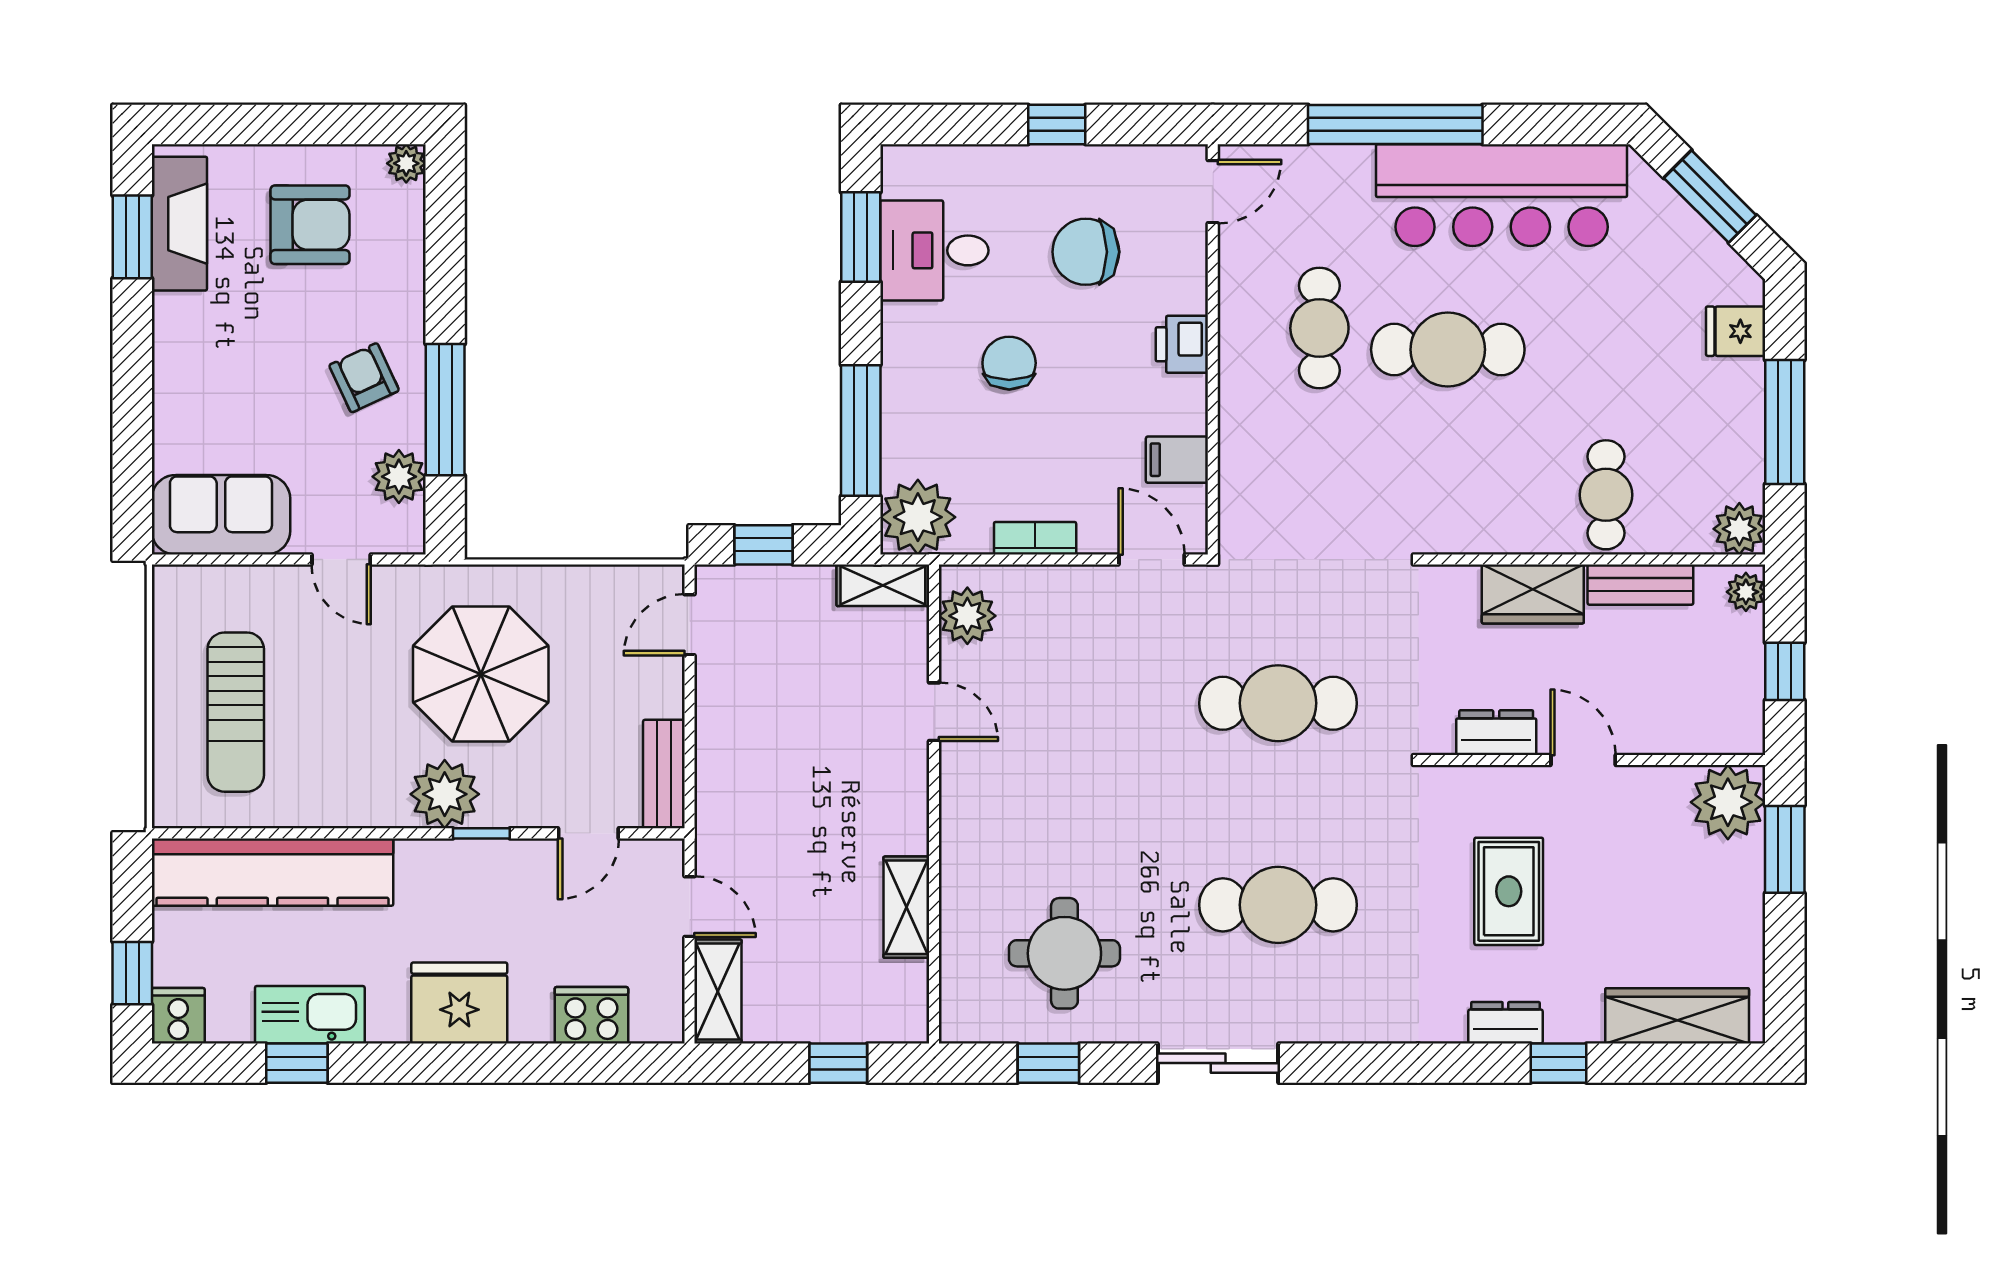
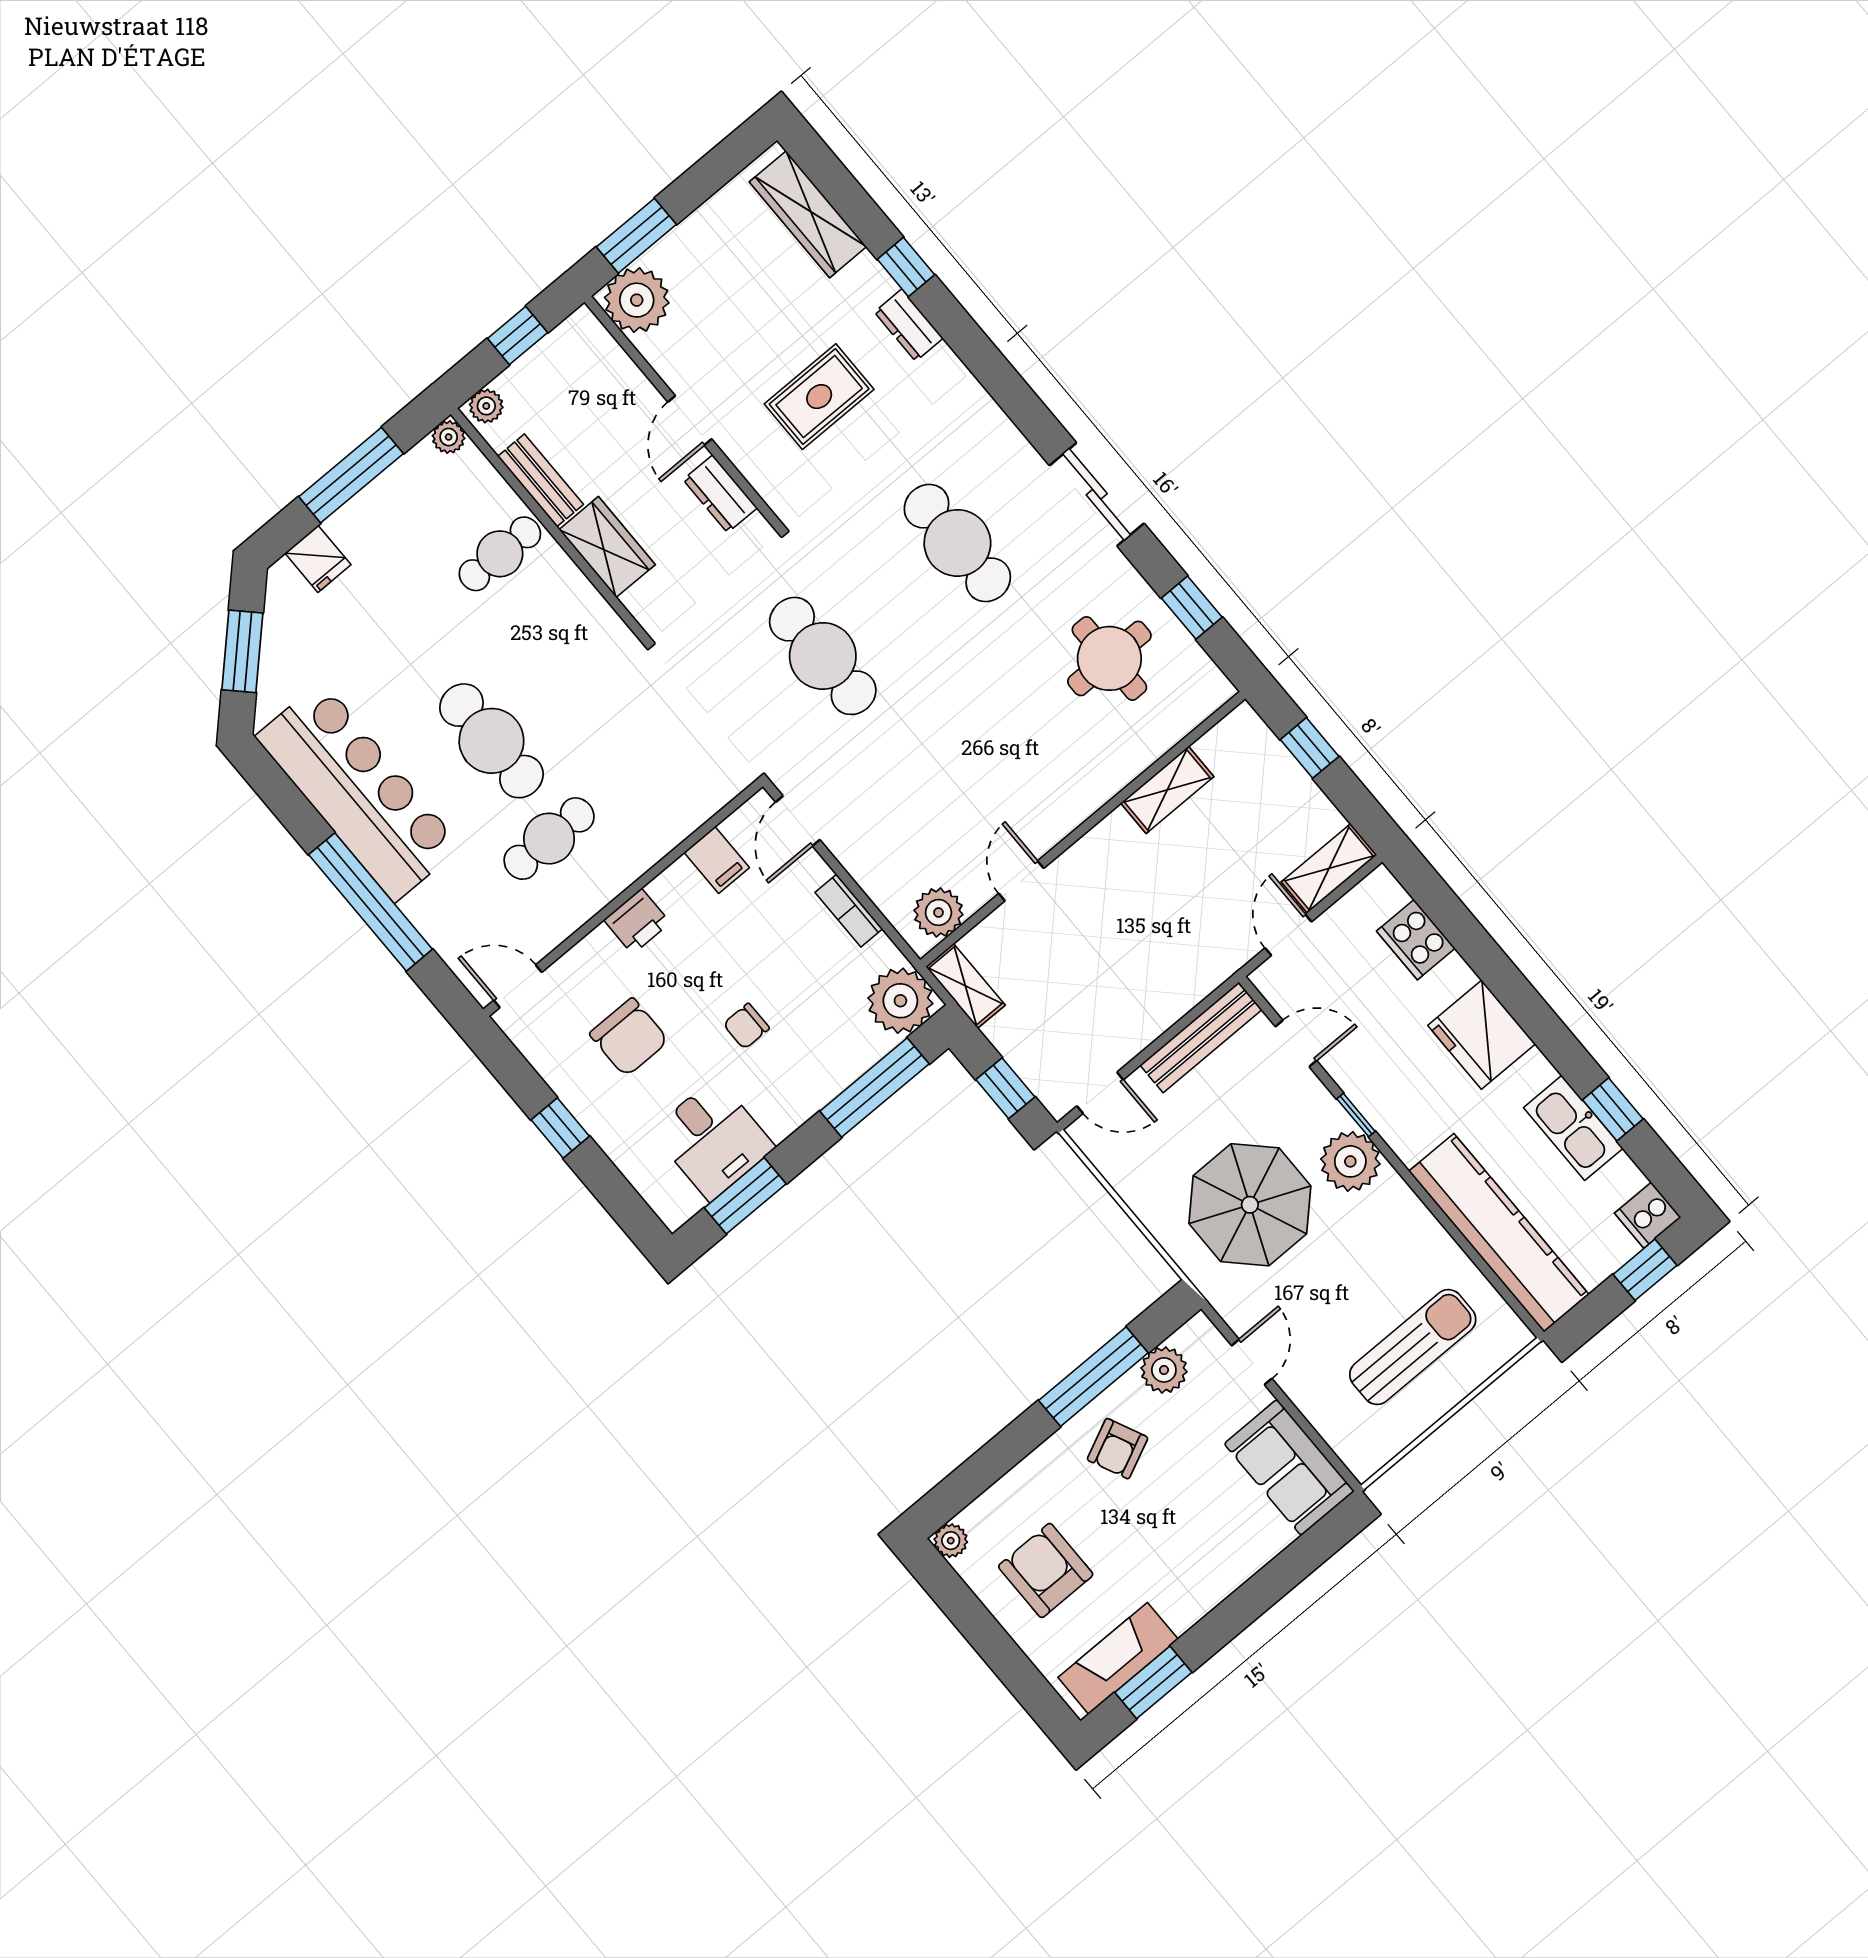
chair: (1009, 363) -> (746, 1026), width x0.73, depth x0.73
plant: (1739, 529) -> (449, 437), width x0.73, depth x0.73
bench: (664, 774) -> (1201, 1037), width x1.36

